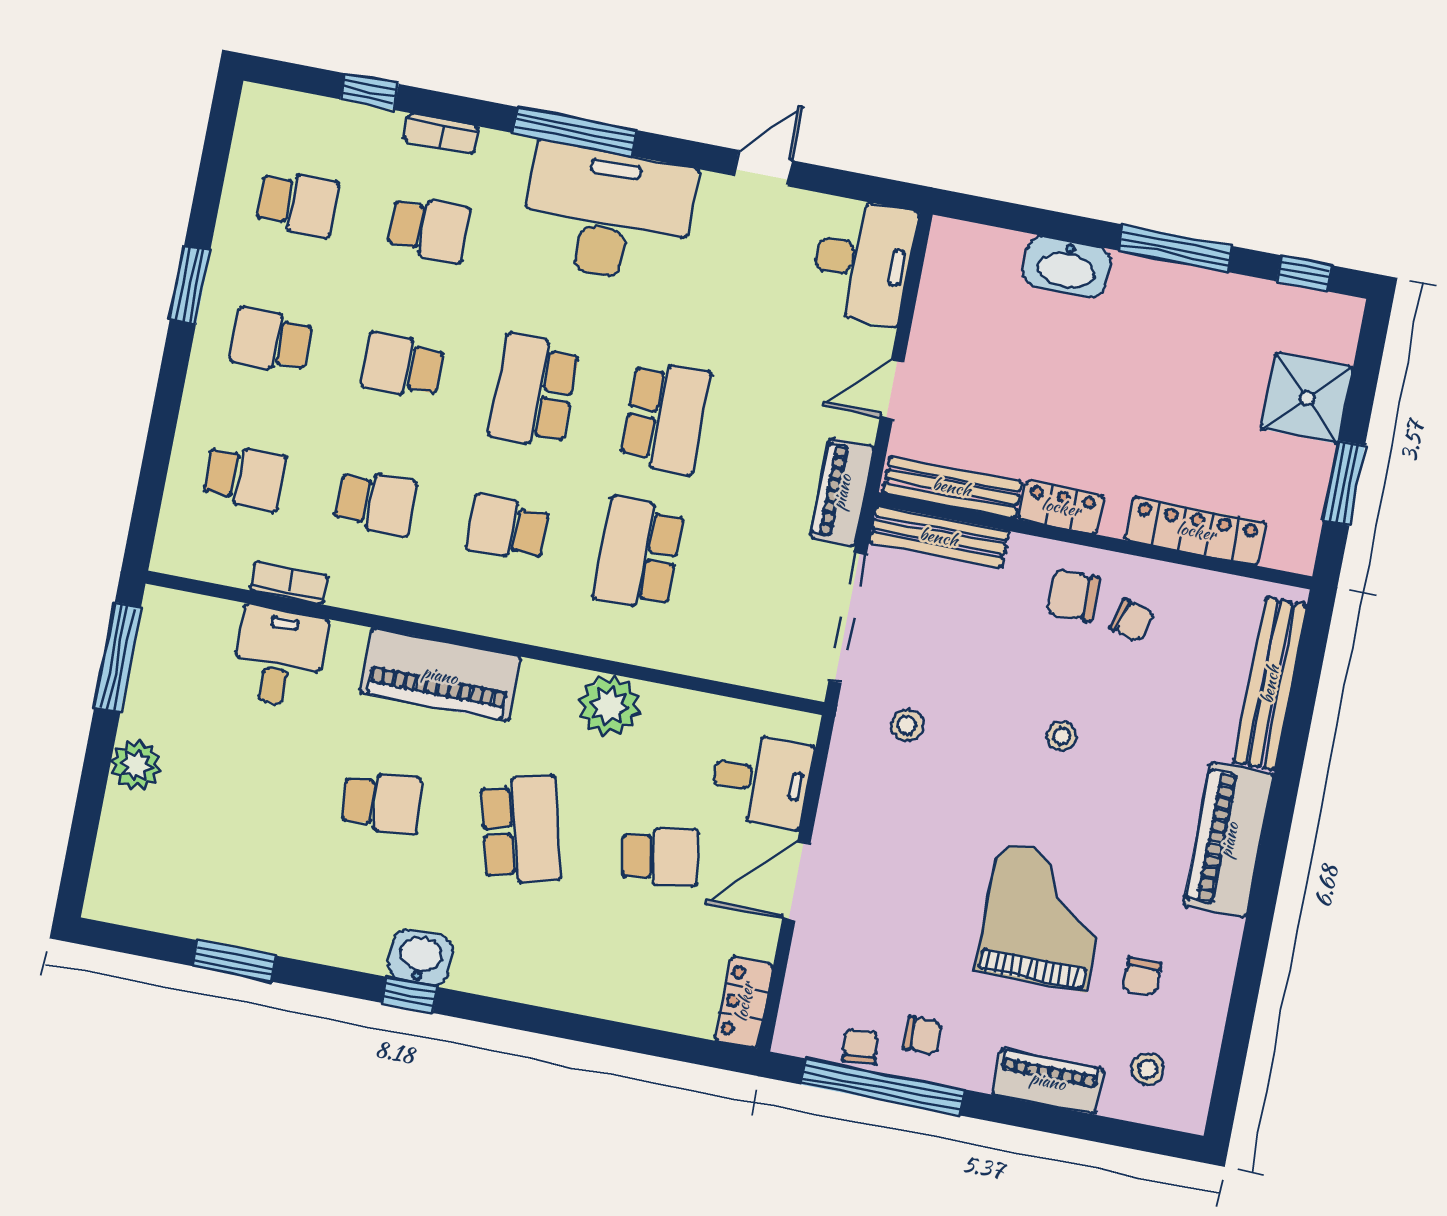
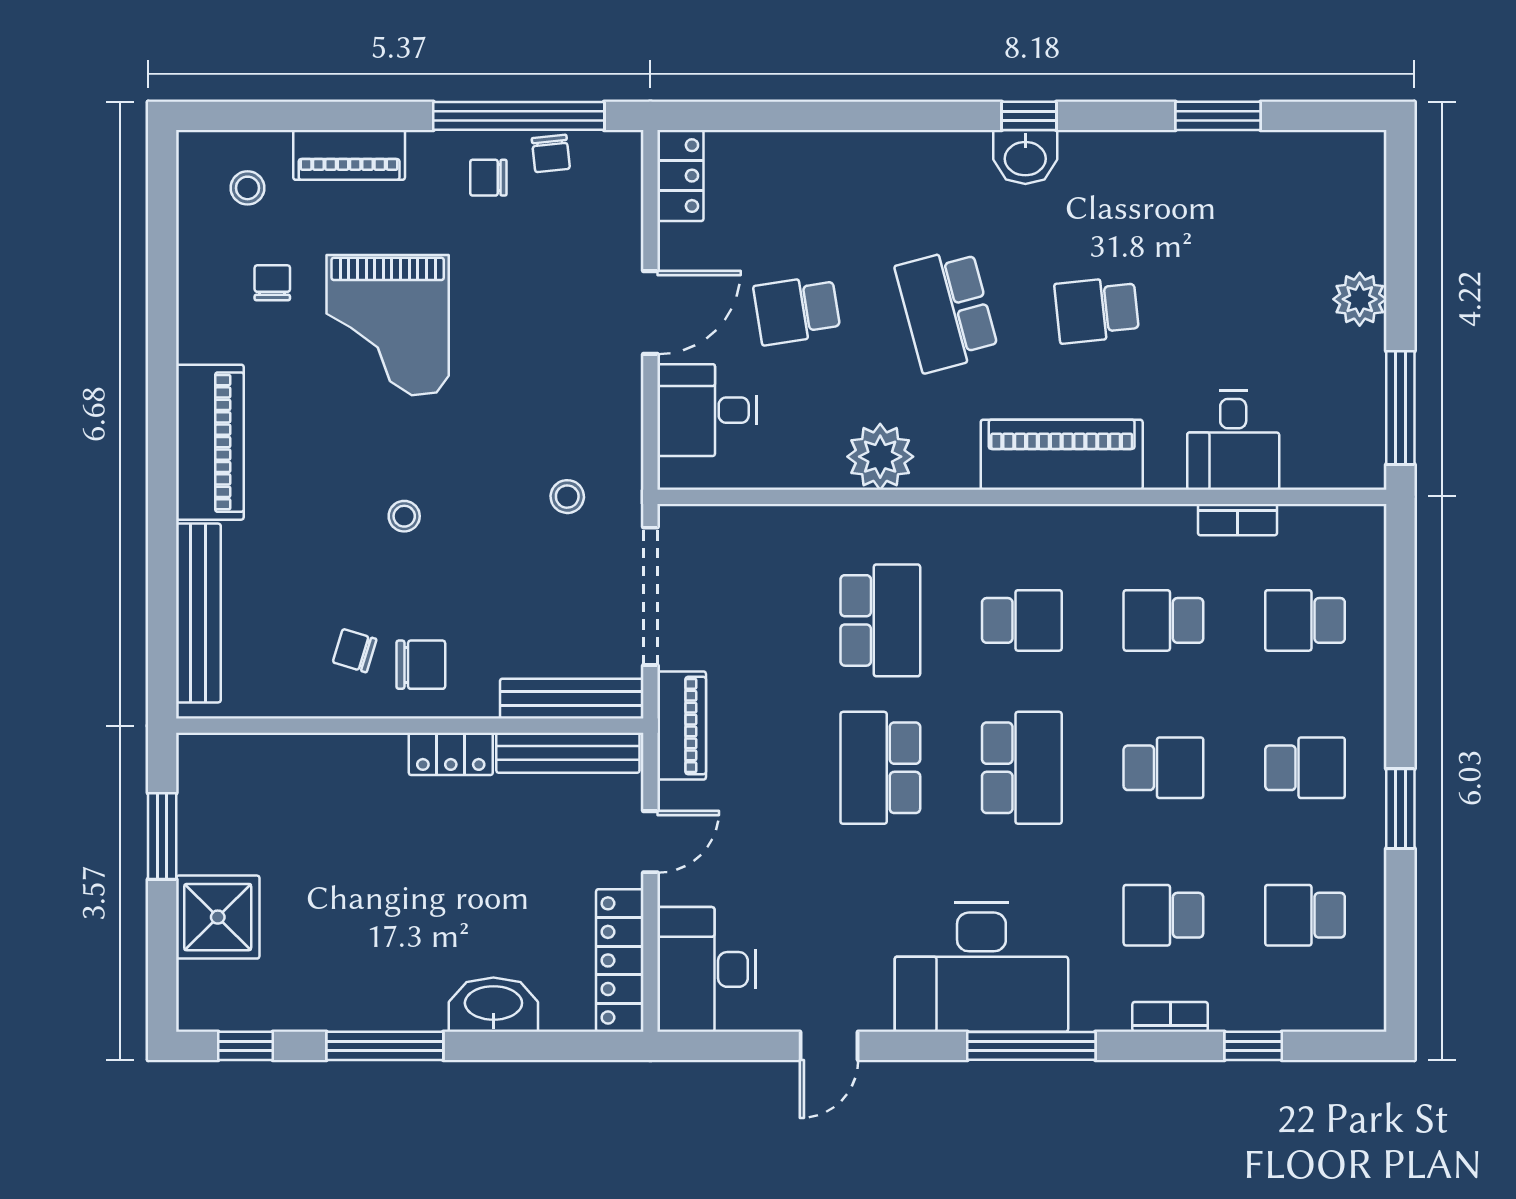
locker: (1196, 531) -> (620, 960), moved, turned 90

